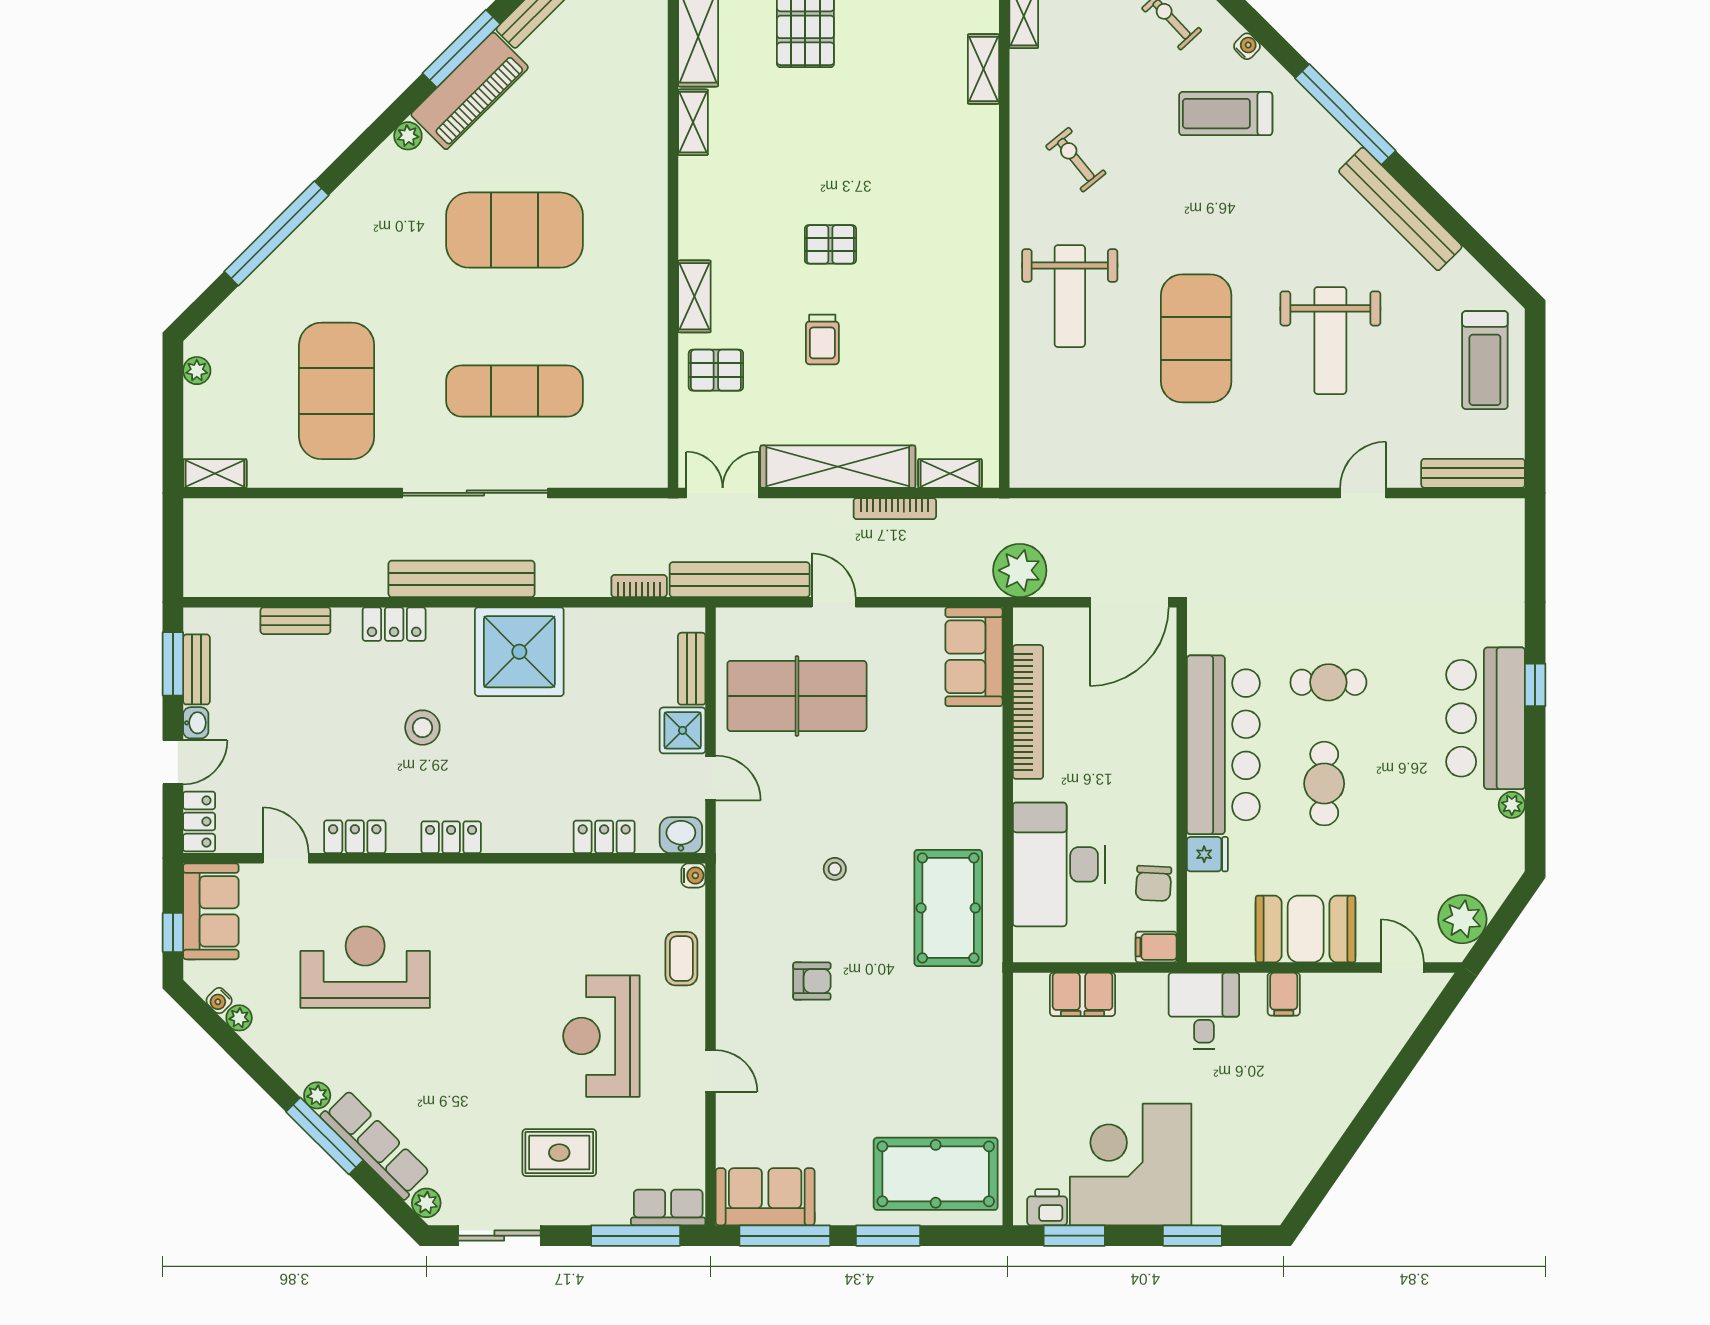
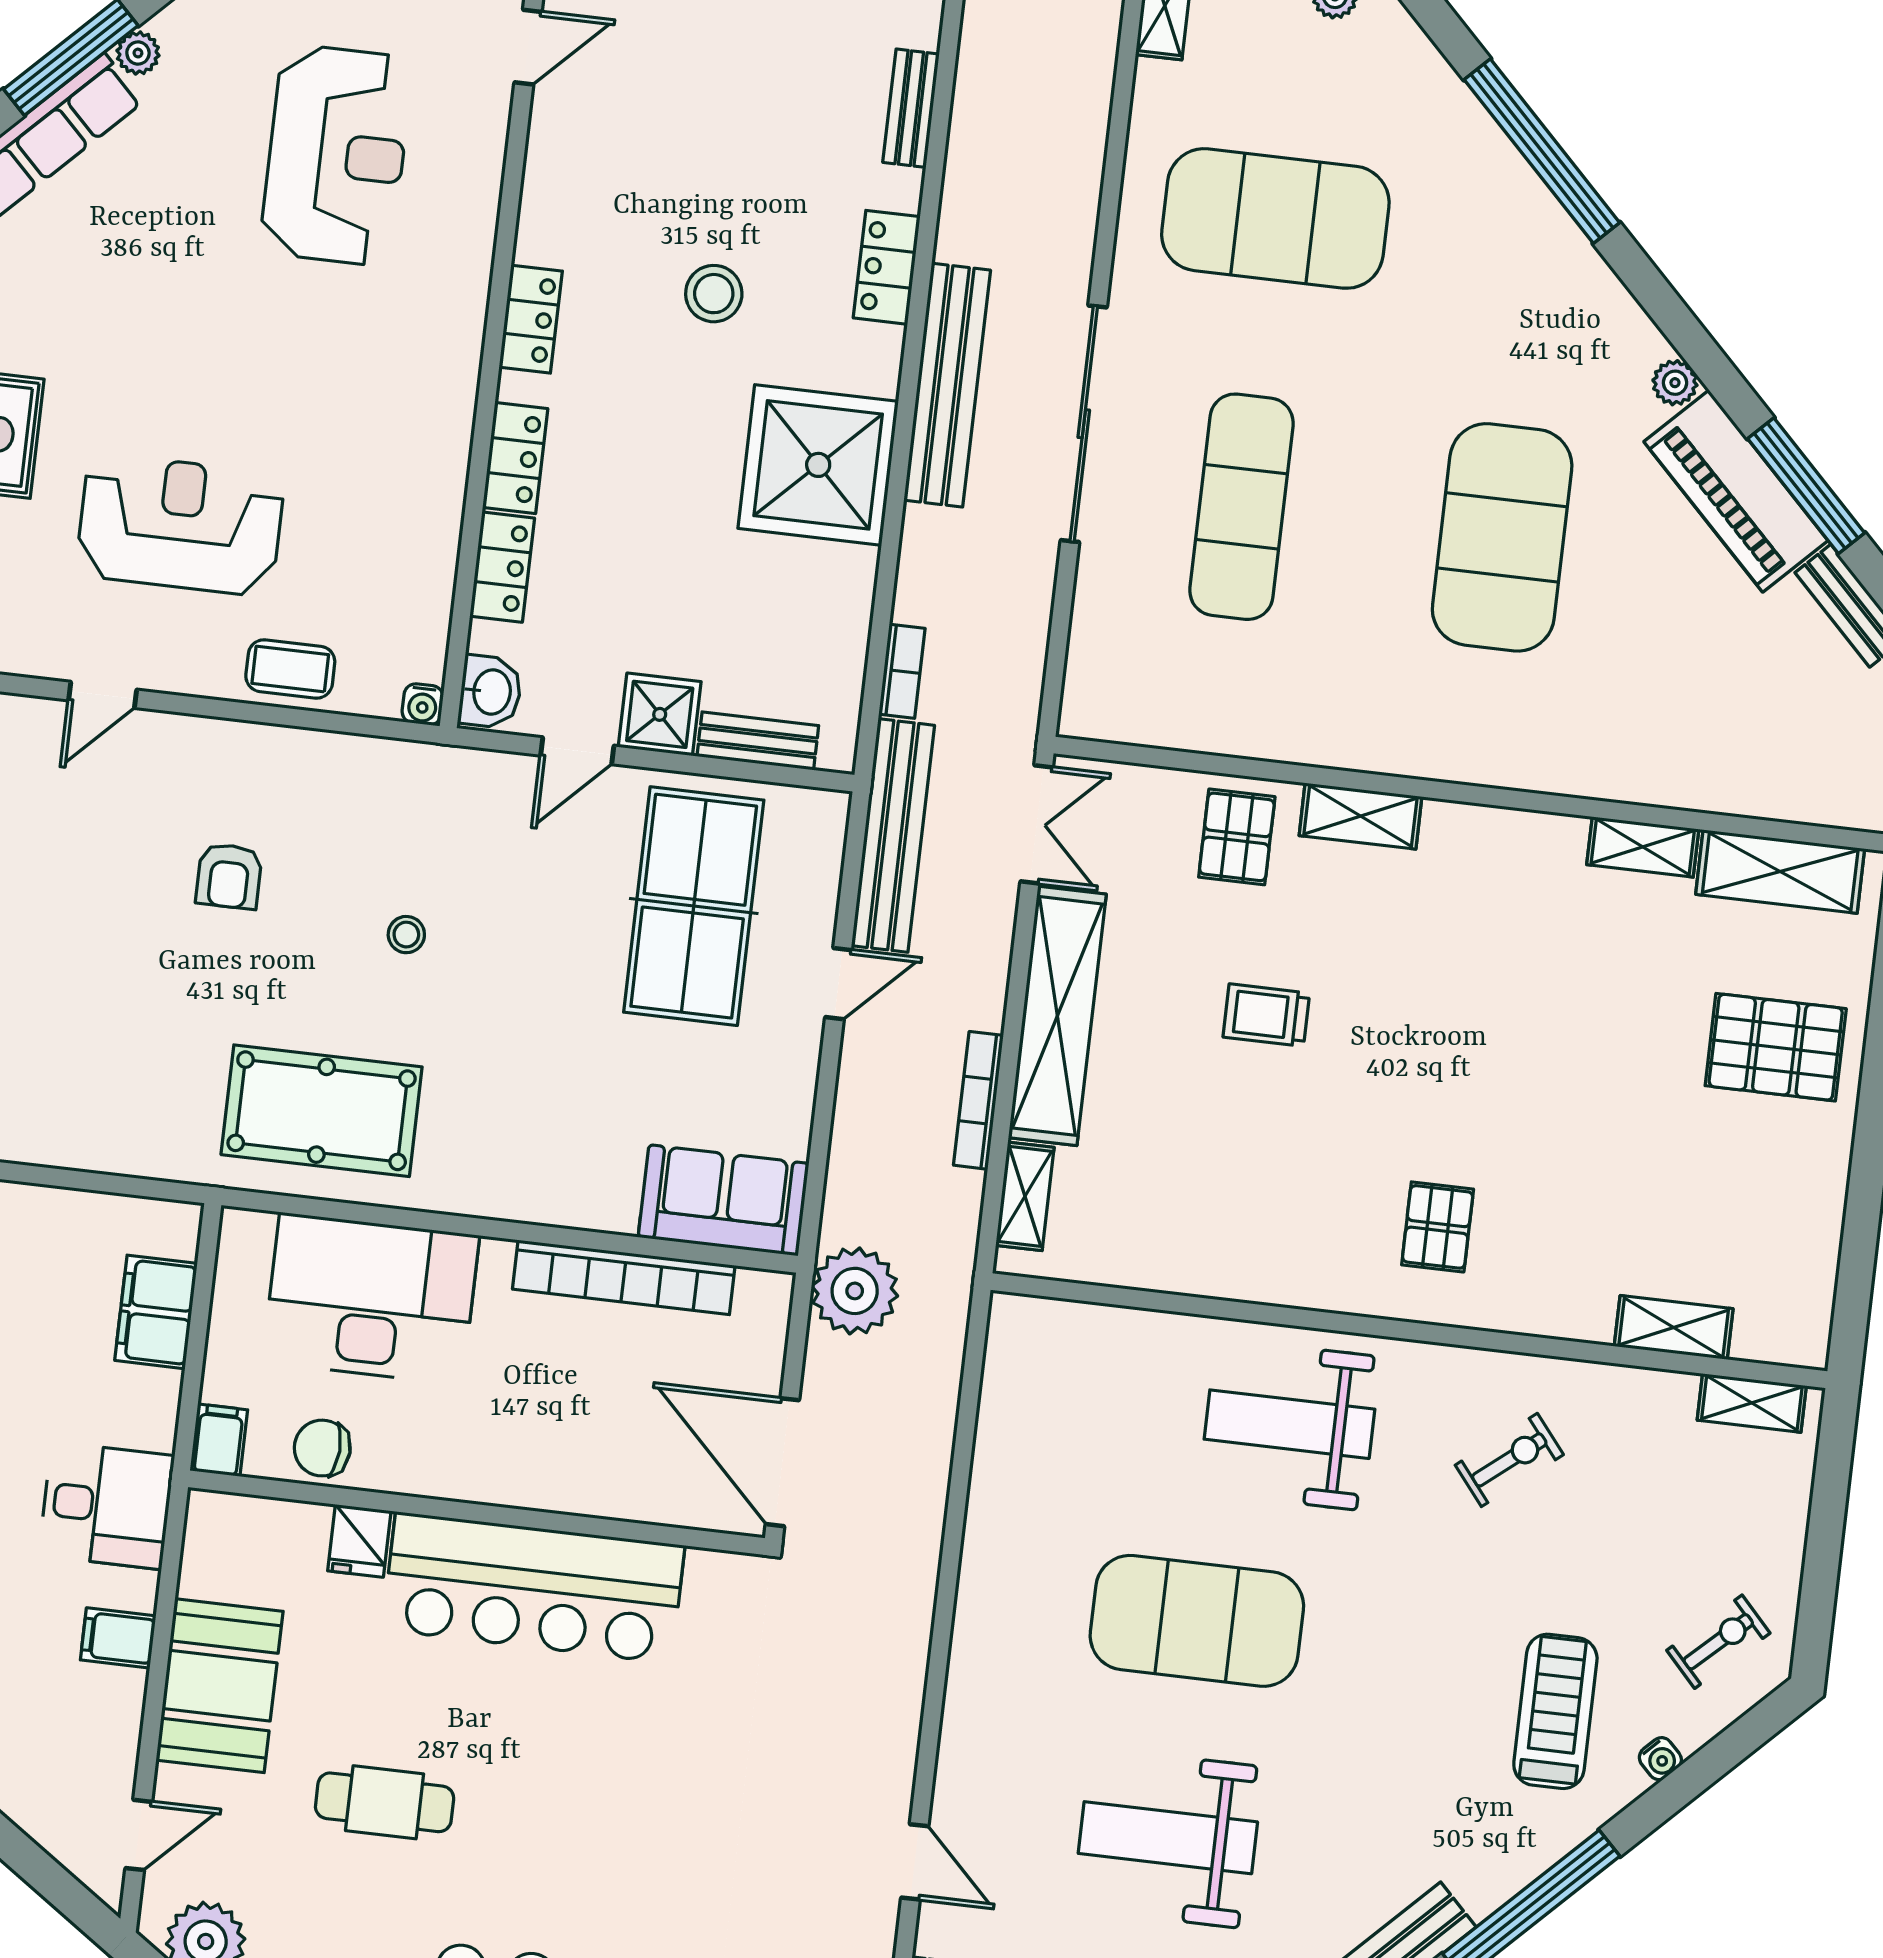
pallet: (830, 244) -> (1438, 1227), moved
cafe table: (1328, 682) -> (615, 1770), removed
cafe table: (1324, 784) -> (385, 1802), moved
locker: (355, 837) -> (515, 458), moved

